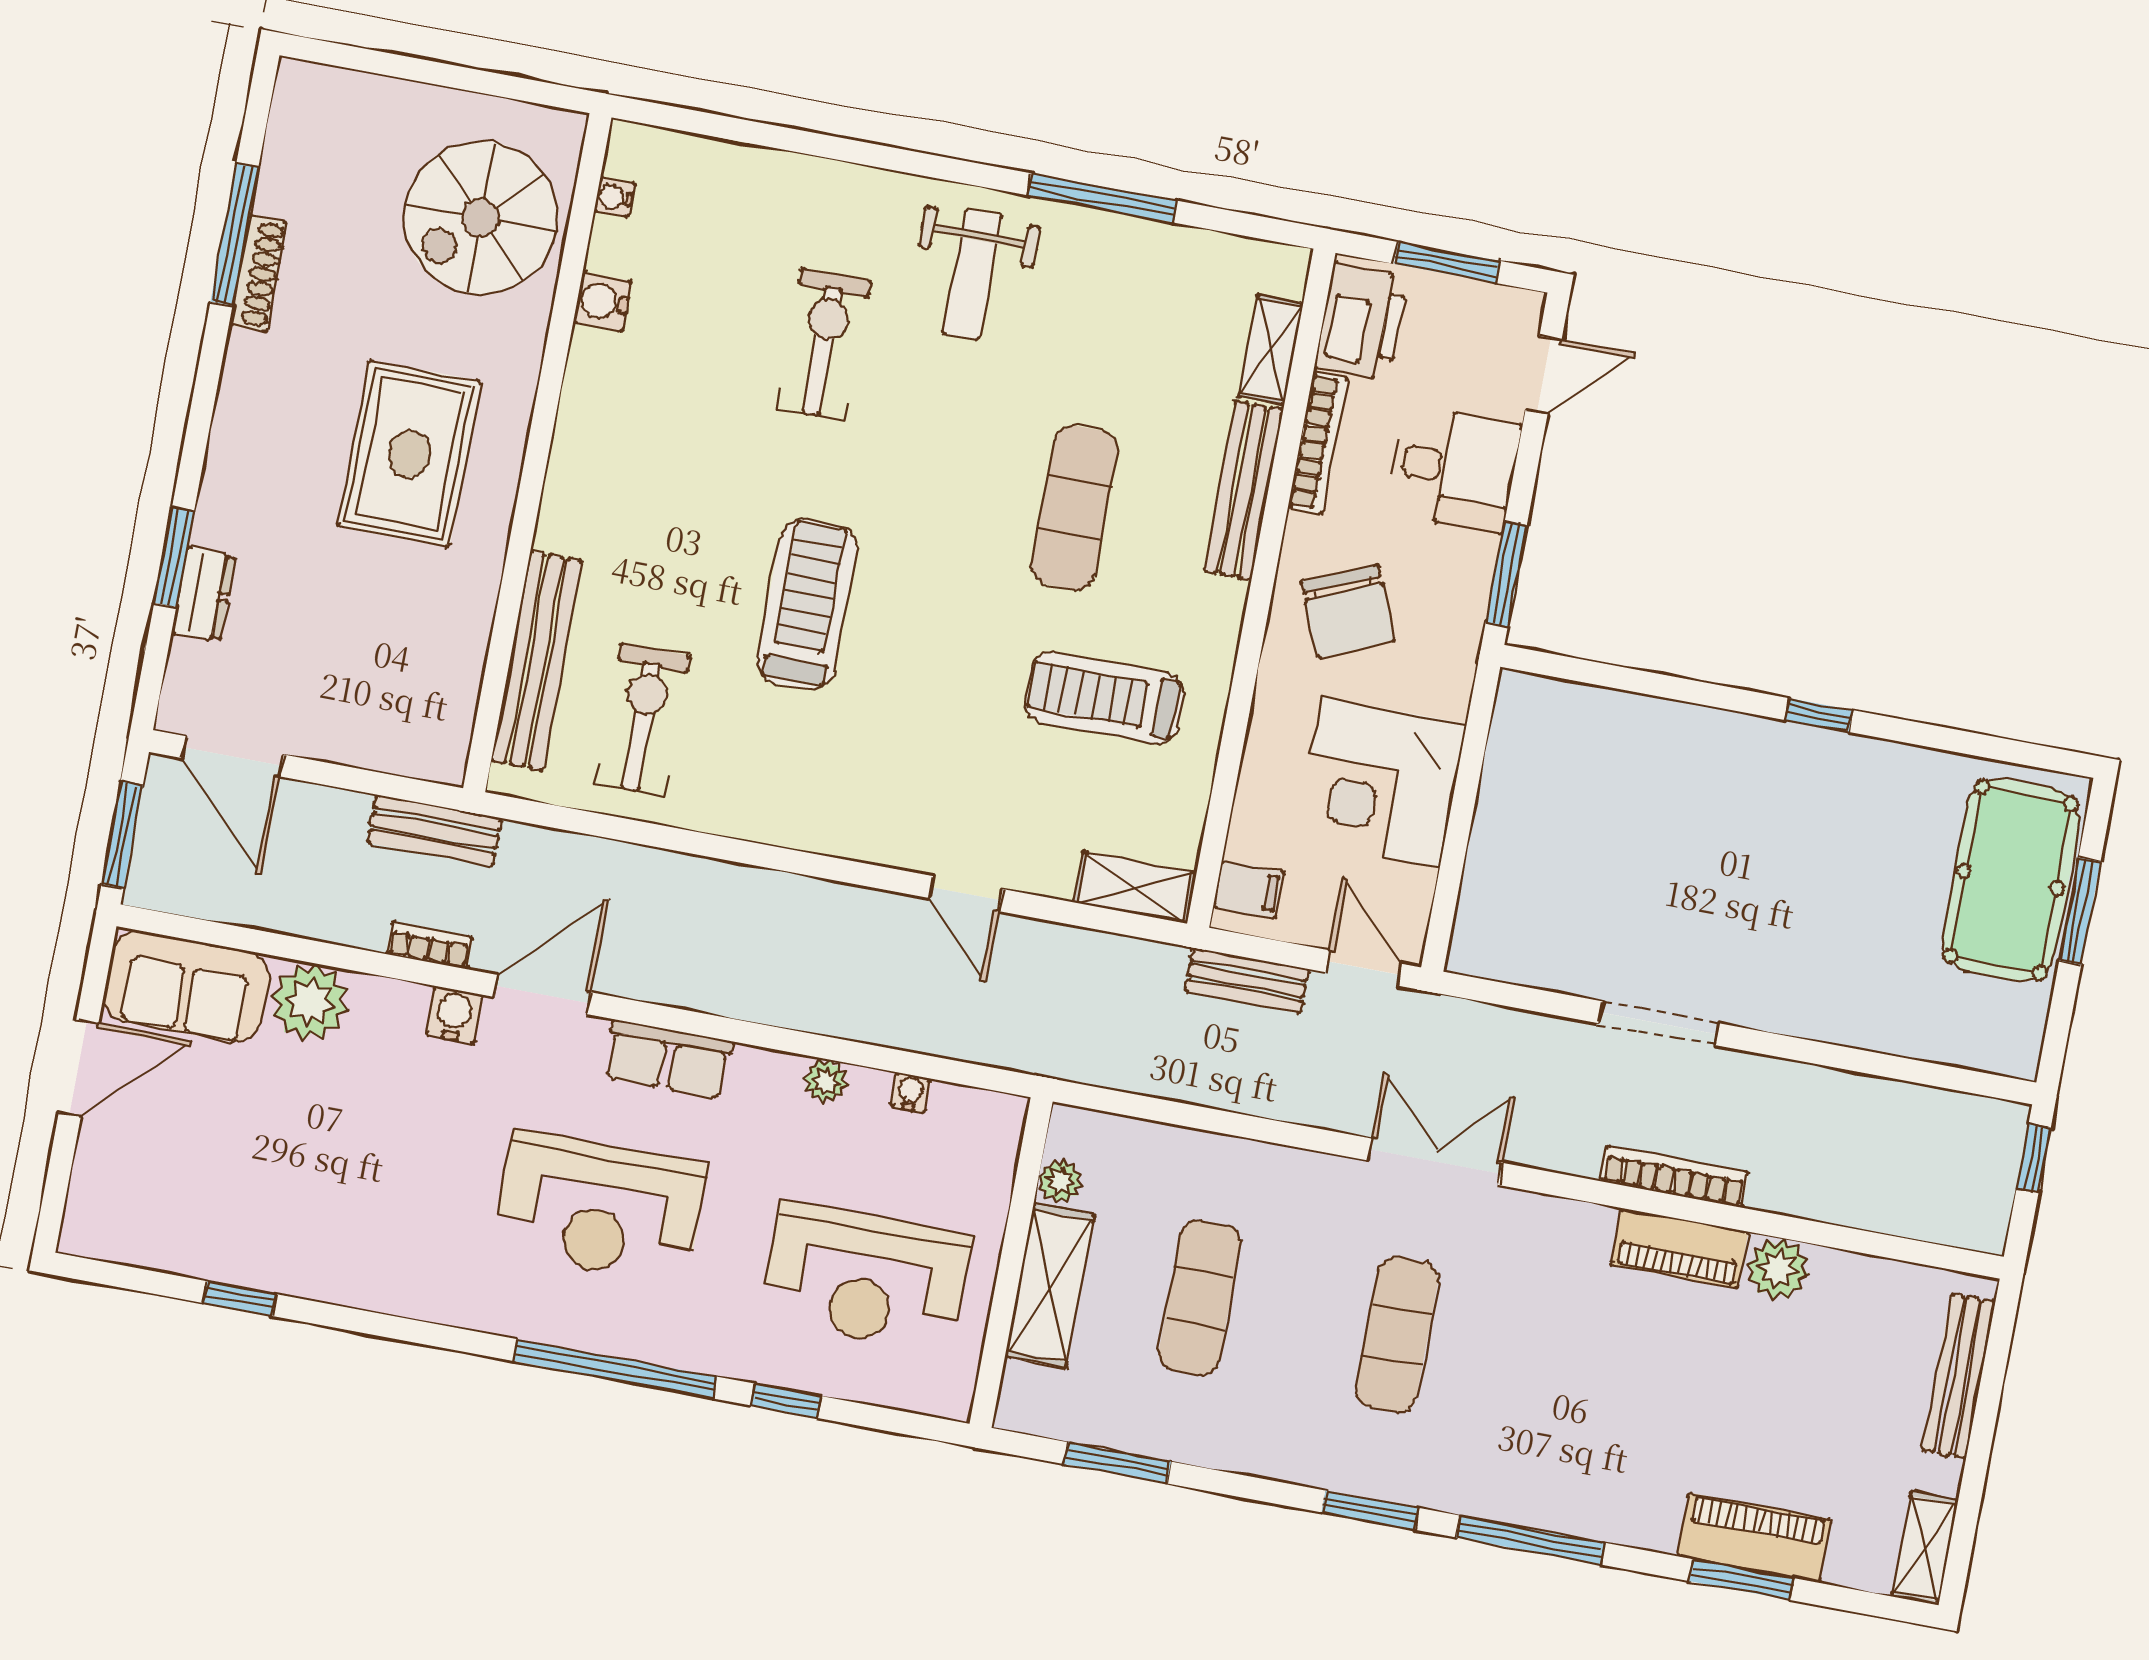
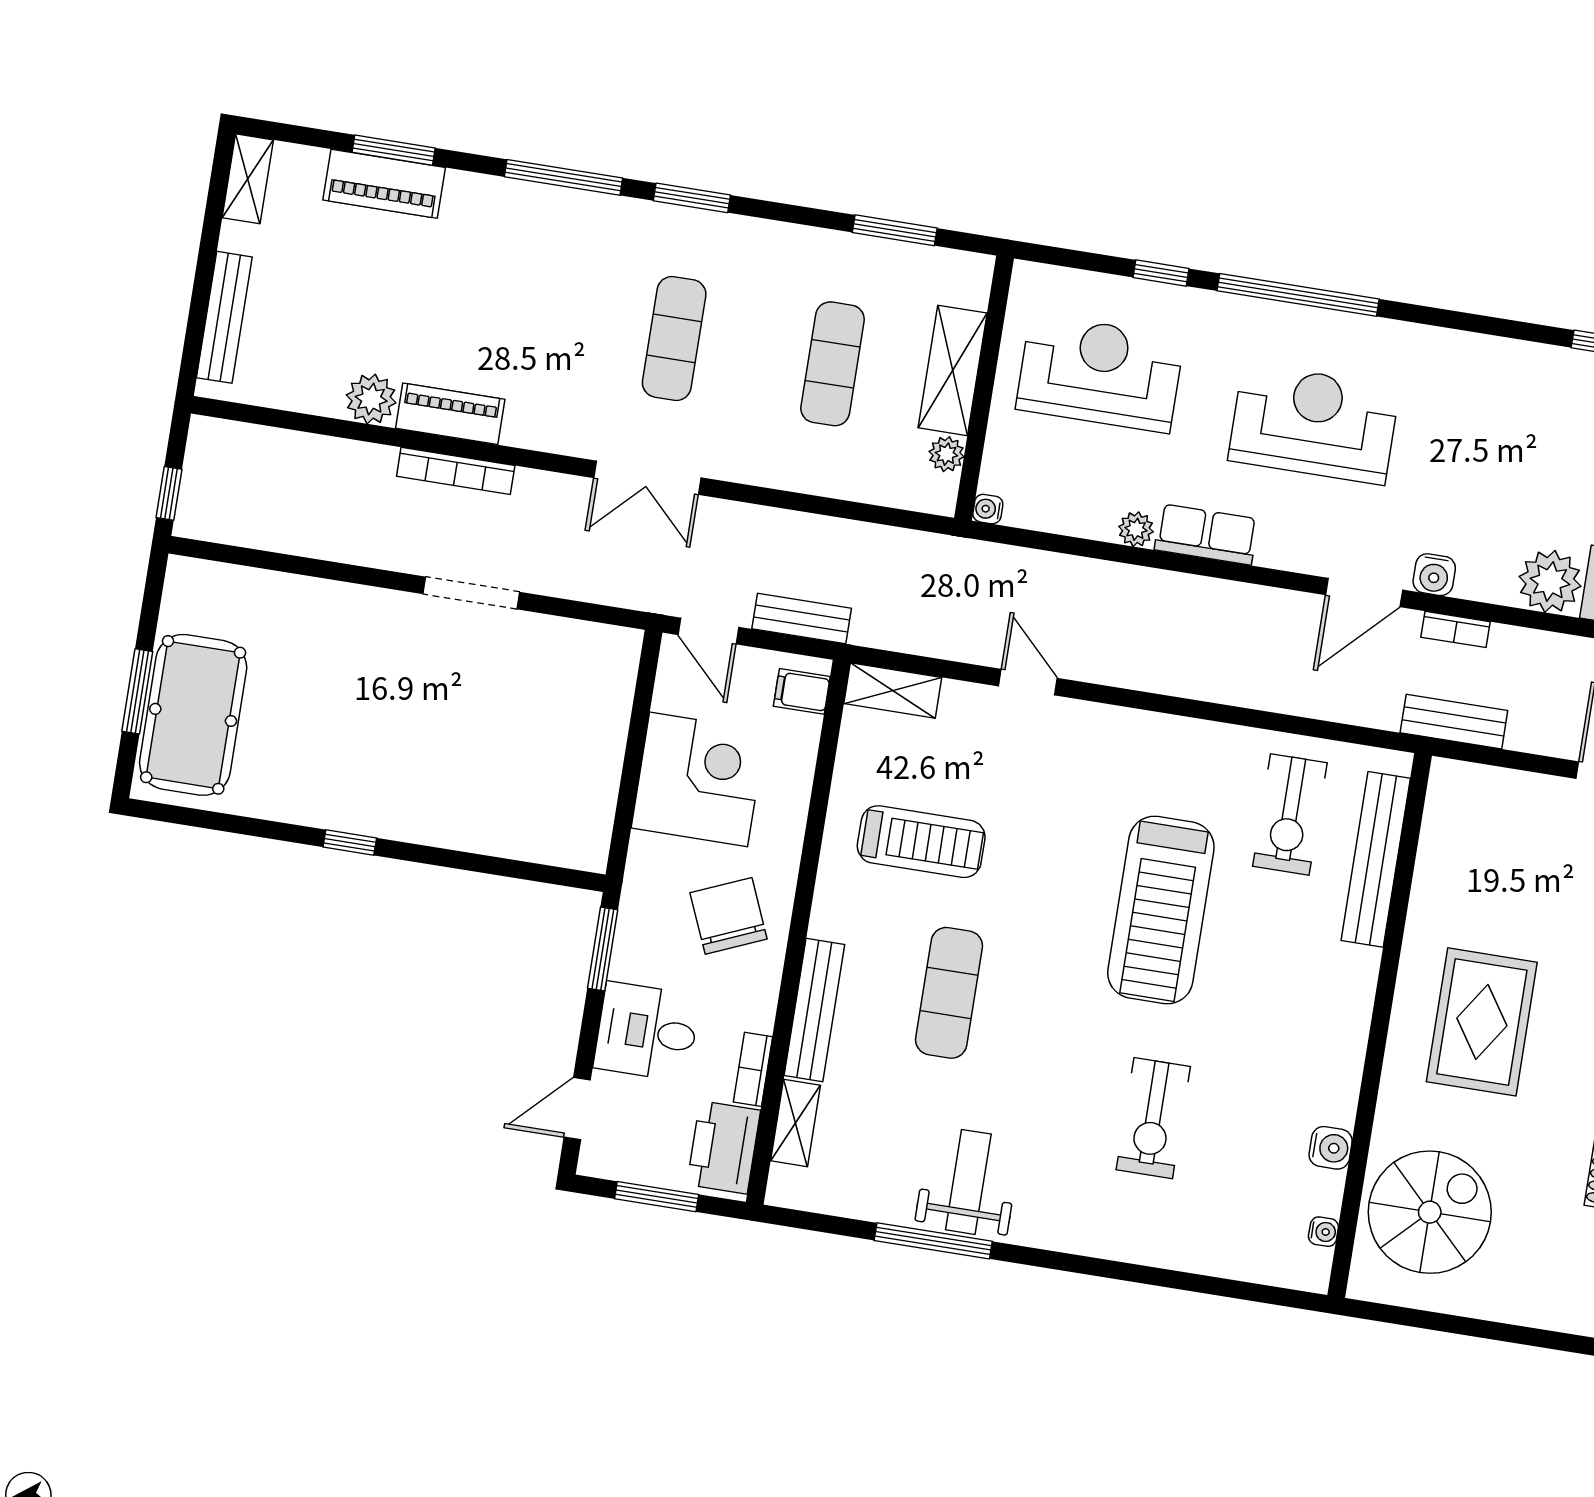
weight bench: (973, 274) -> (968, 1182), moved
bookcase: (1318, 443) -> (753, 1069), width x0.64
treadmill: (807, 604) -> (1161, 910), width x1.37, depth x1.38
row of seats: (668, 1059) -> (1206, 534), moved
water cooler: (911, 1093) -> (988, 509), moved, turned 90

